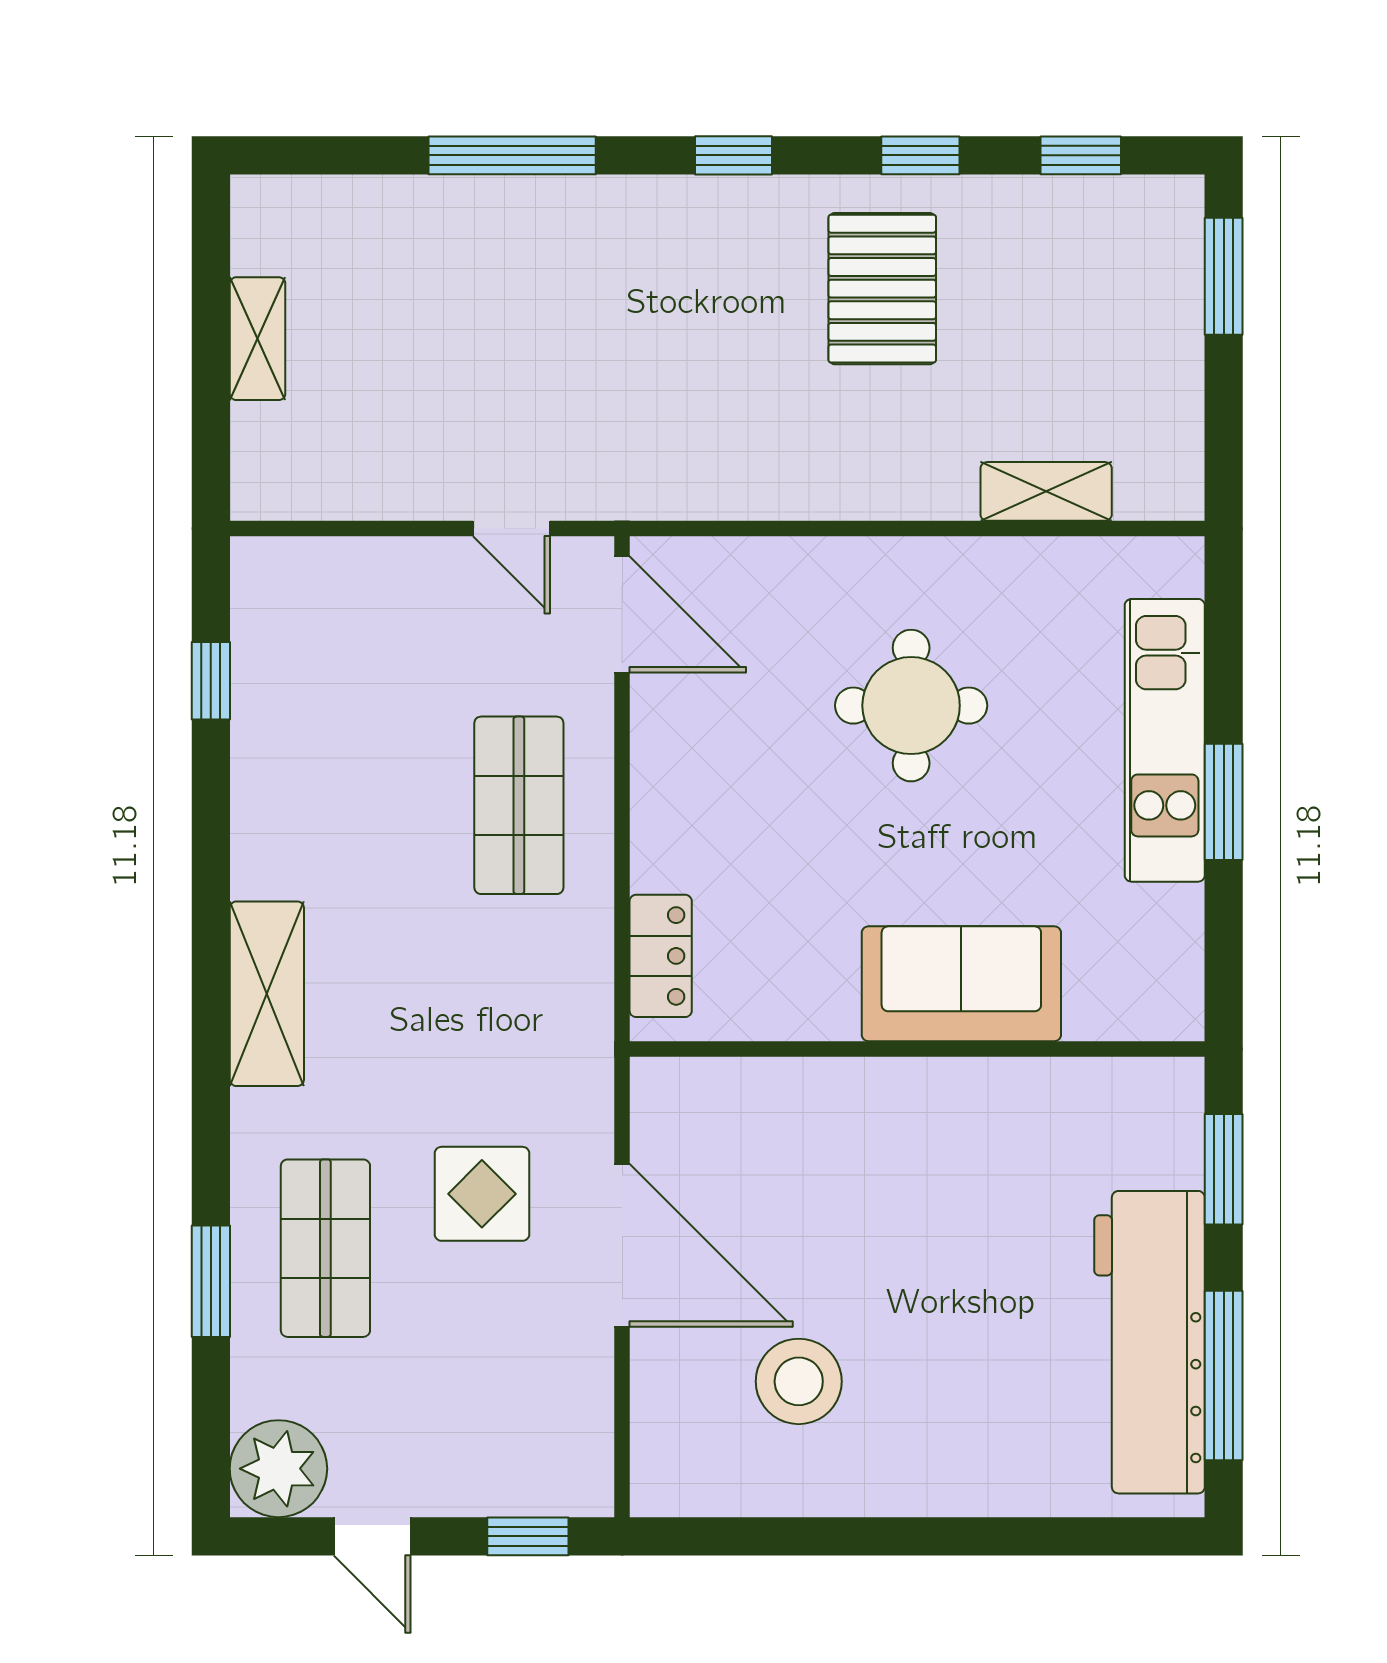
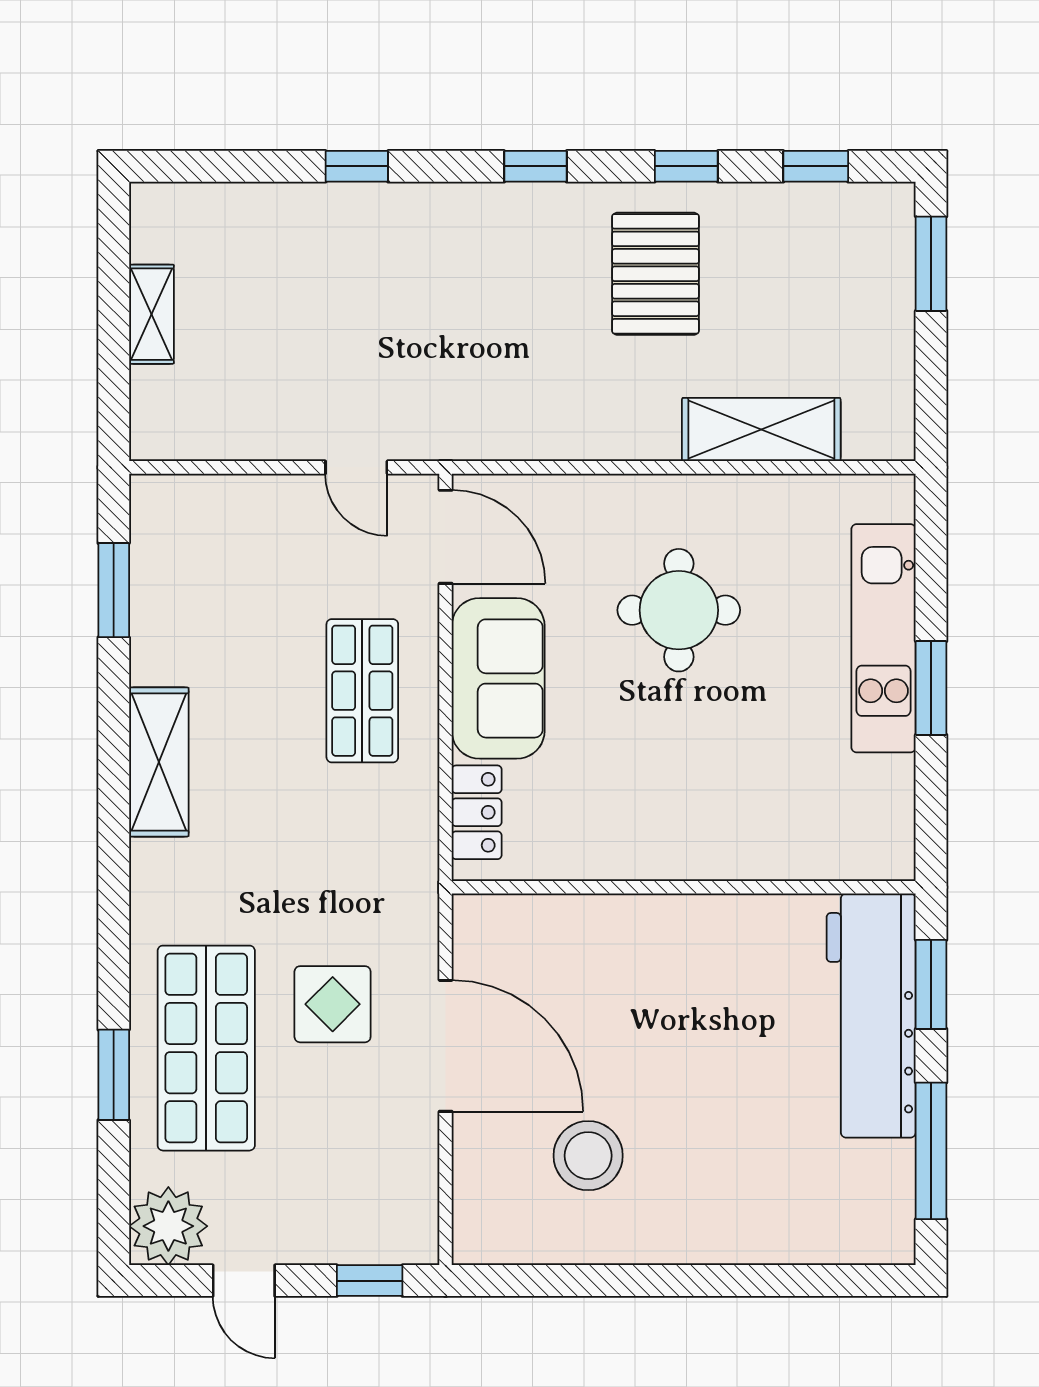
window: (512, 155) -> (357, 166), width x0.46
shelving: (1046, 491) -> (761, 430), width x1.50, depth x1.33
window: (211, 681) -> (114, 590), width x1.50
sofa: (961, 984) -> (498, 678), moved, turned 90
shelving: (267, 994) -> (159, 762), moved
shop shelf: (325, 1248) -> (206, 1048), width x1.43, depth x1.36
workbench: (1149, 1342) -> (871, 1016), moved

